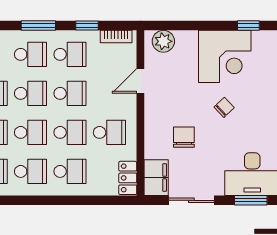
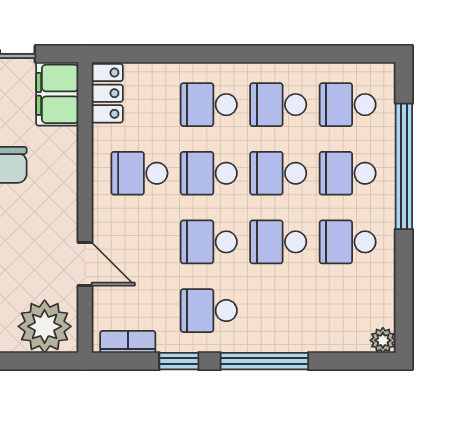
window: (38, 26) -> (264, 361), width x1.44
plant: (163, 41) -> (45, 326), width x1.36, depth x1.36
school desk: (31, 54) -> (278, 311), removed
door: (140, 81) -> (85, 264), hinge flipped

